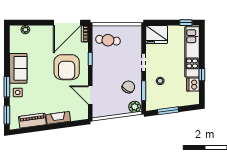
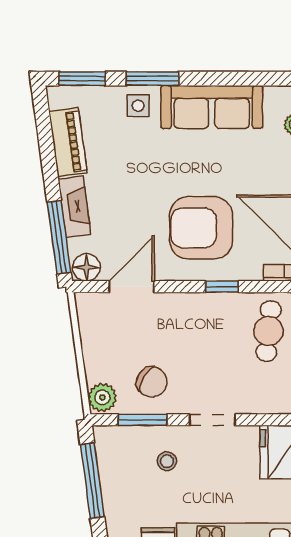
sofa: (18, 68) -> (212, 107), width x1.36
window: (168, 111) -> (92, 481), width x1.44
floor lamp: (82, 113) -> (86, 267), added
window: (70, 124) -> (59, 237), added

